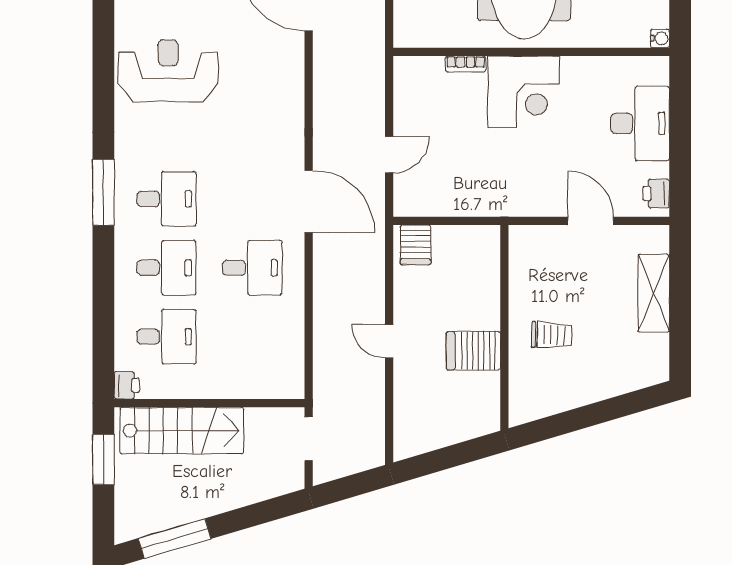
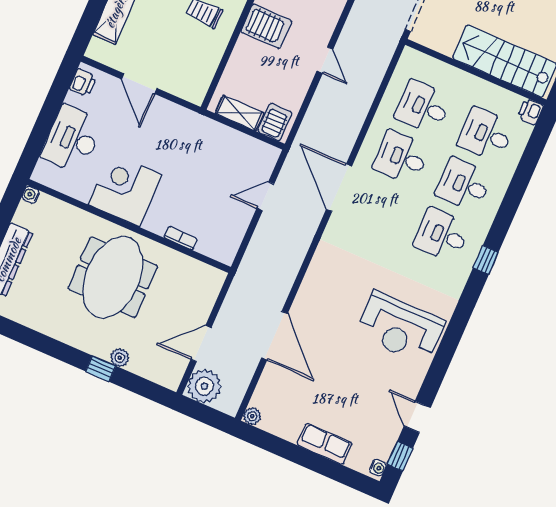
corner desk: (524, 92) -> (125, 190), moved
window: (103, 192) -> (486, 260), width x0.46
shelving: (461, 237) -> (240, 113), added
desk: (252, 337) -> (423, 107), added

